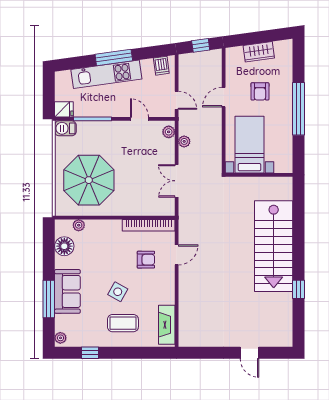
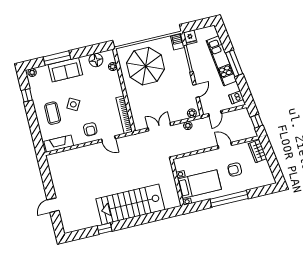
wardrobe: (259, 52) -> (258, 151), moved
bed with nightstands: (249, 145) -> (199, 184), moved
armchair: (146, 260) -> (90, 129), moved

